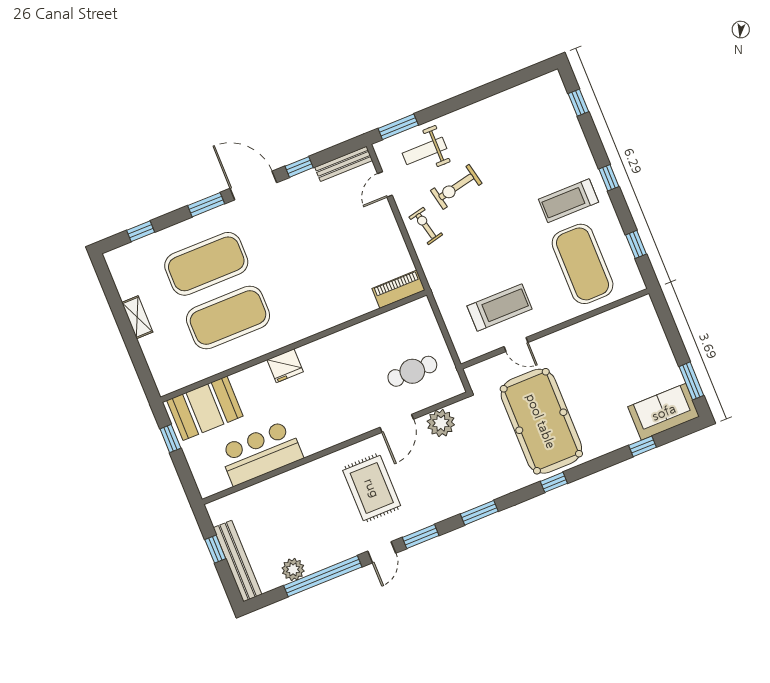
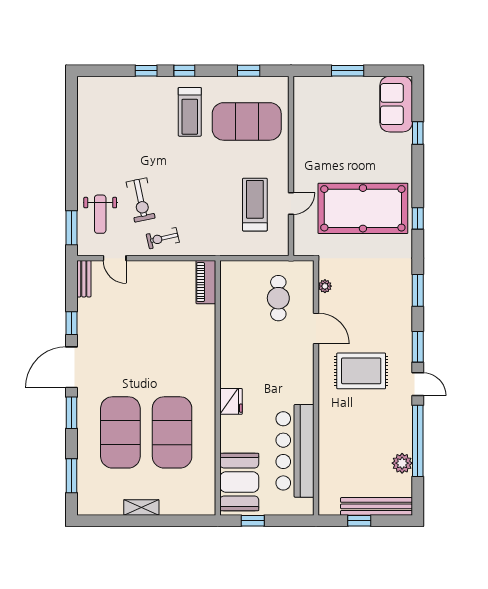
window: (578, 103) -> (146, 71), moved
bench: (344, 164) -> (84, 279), width x0.73
window: (141, 231) -> (71, 476), width x1.50
window: (691, 381) -> (348, 71), moved
plant: (441, 423) -> (325, 286), width x0.53, depth x0.53
bar counter: (261, 453) -> (295, 451), width x1.36

